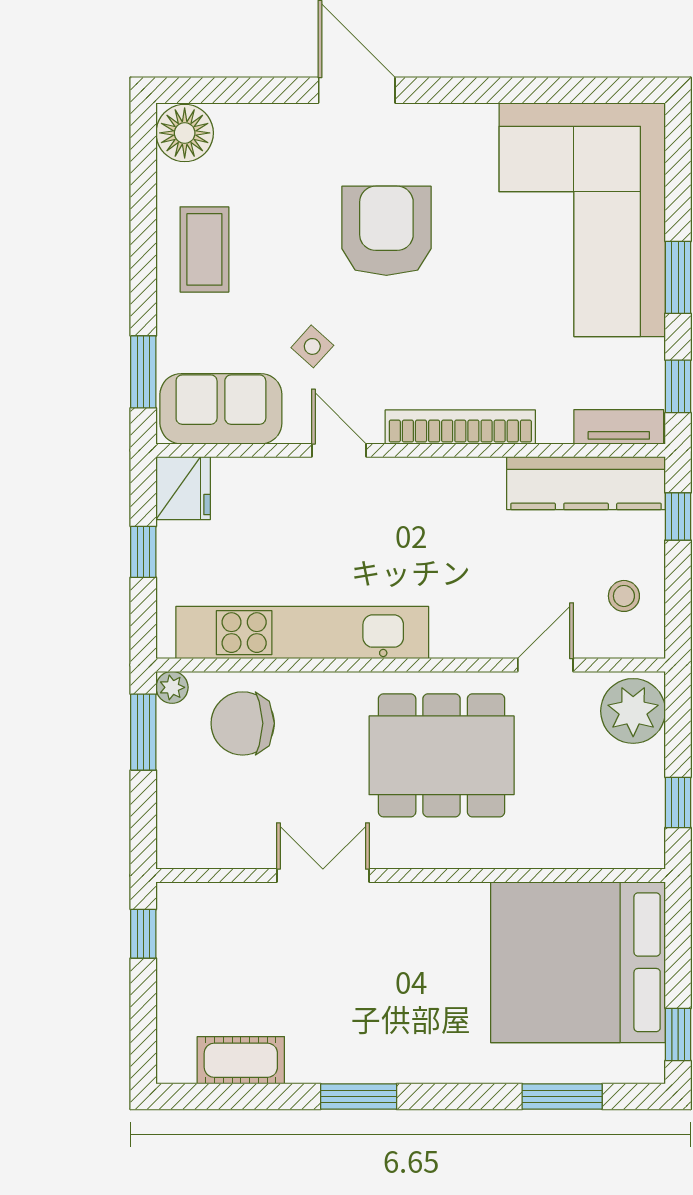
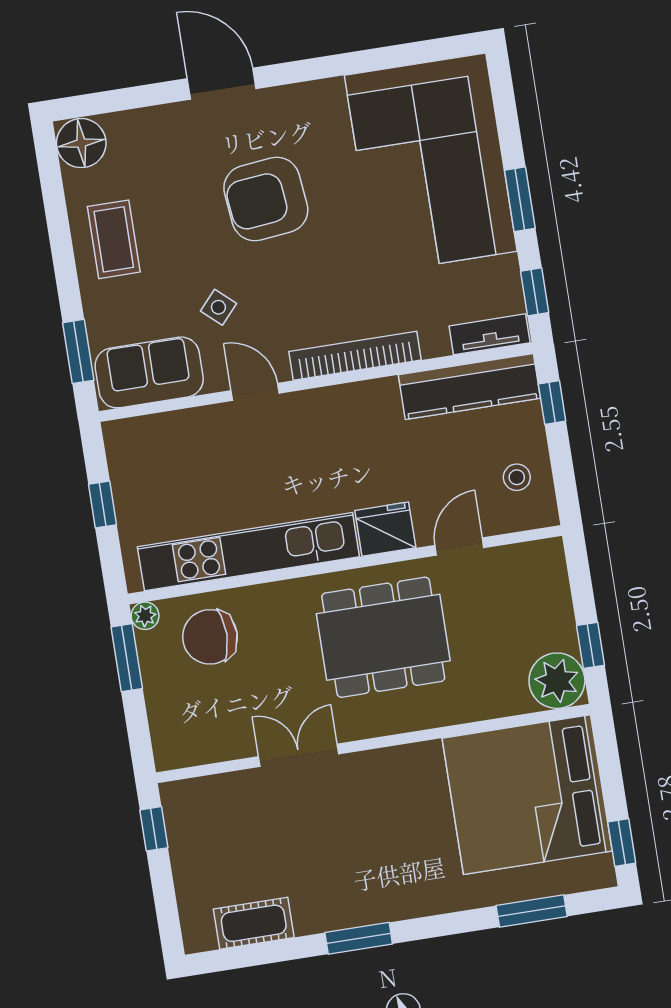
armchair: (386, 231) -> (266, 199), turned -96
fridge: (183, 488) -> (385, 529), moved, turned -90
plant: (633, 711) -> (557, 681), moved

